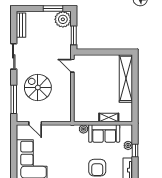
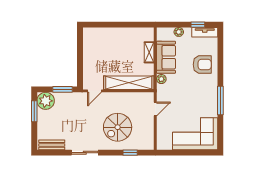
shelving: (126, 78) -> (129, 83), moved
window: (14, 99) -> (130, 153), width x0.46
door: (35, 123) -> (155, 109), moved
window: (135, 151) -> (198, 25), moved

